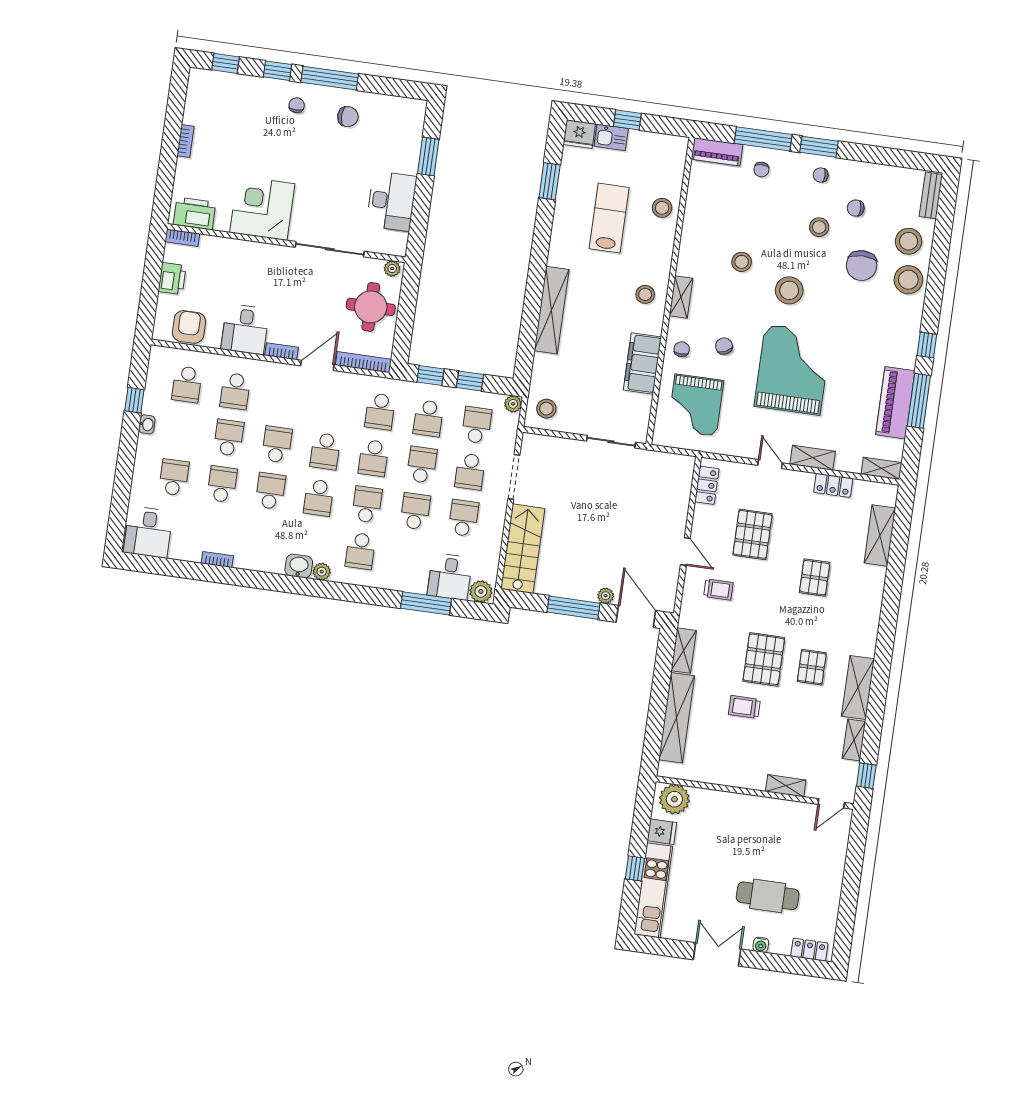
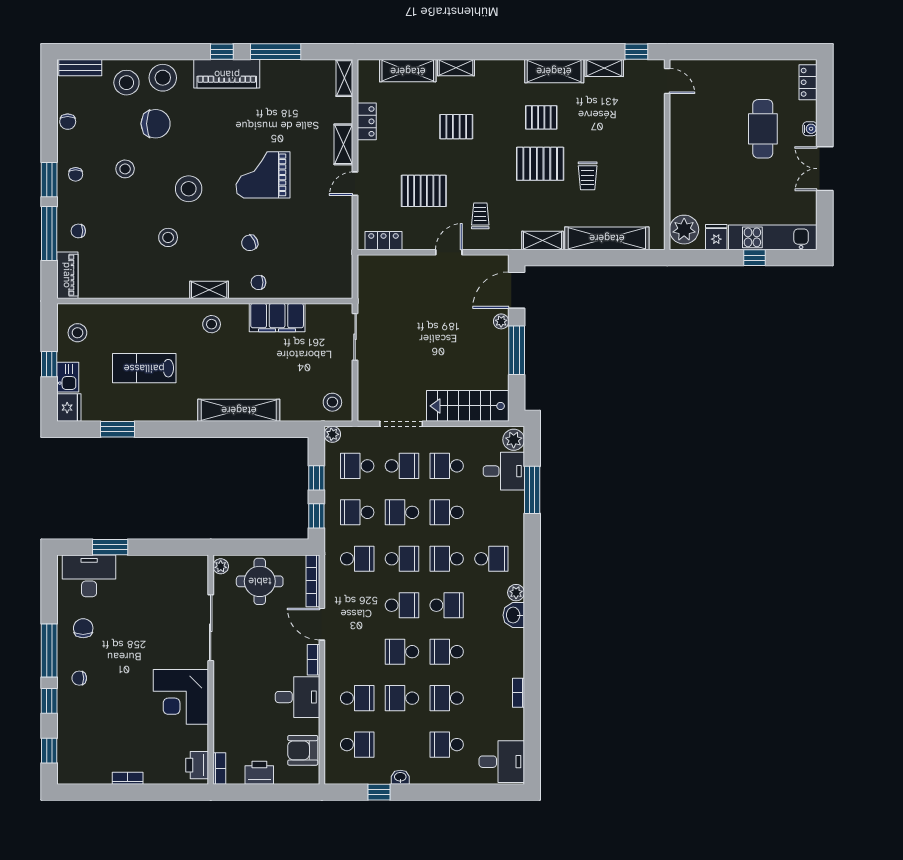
chair: (761, 170) -> (78, 231), turned 180
desk: (391, 201) -> (89, 576), moved
stool: (662, 208) -> (77, 333), moved
chair: (856, 208) -> (68, 122), moved
printer: (195, 213) -> (197, 765), width x0.73, depth x0.84
grand piano: (793, 370) -> (263, 175), width x0.73, depth x0.68
piano: (895, 403) -> (227, 74), moved
grand piano: (696, 405) -> (309, 262), removed
school desk: (428, 418) -> (357, 512), turned 180
shelving: (786, 786) -> (456, 68), moved, turned 90

